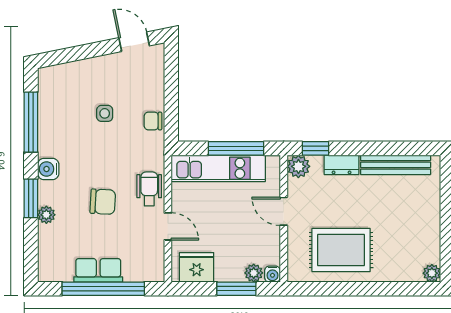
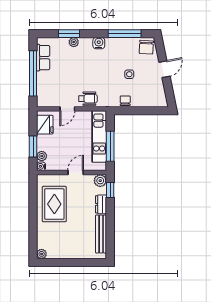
door: (134, 42) -> (164, 69), moved
window: (31, 198) -> (69, 34), moved
chair: (103, 202) -> (146, 47), moved
row of seats: (98, 270) -> (43, 58), moved

